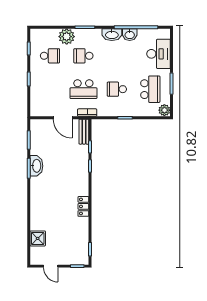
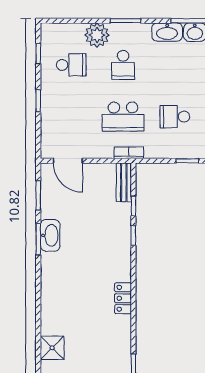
school desk: (83, 56) -> (123, 65), turned -90
door: (63, 118) -> (68, 161), moved

